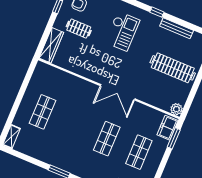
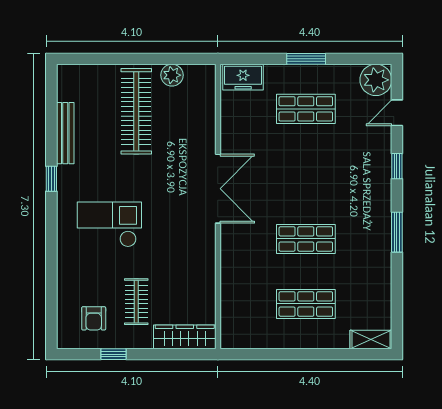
plant: (176, 109) -> (172, 75), moved
window: (174, 138) -> (306, 59), moved
shop shelf: (107, 139) -> (306, 239), moved

